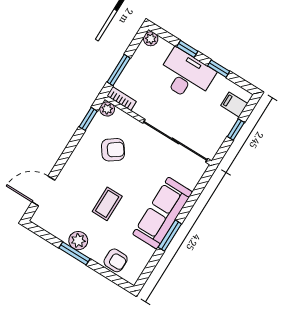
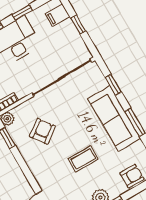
window: (195, 195) -> (113, 85), added
coffee table: (107, 204) -> (83, 159), turned 90

